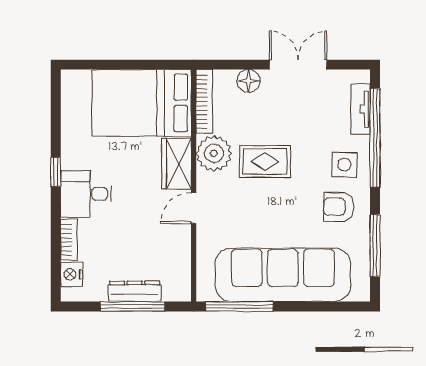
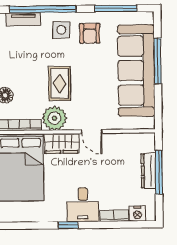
window: (239, 306) -> (158, 61), moved

